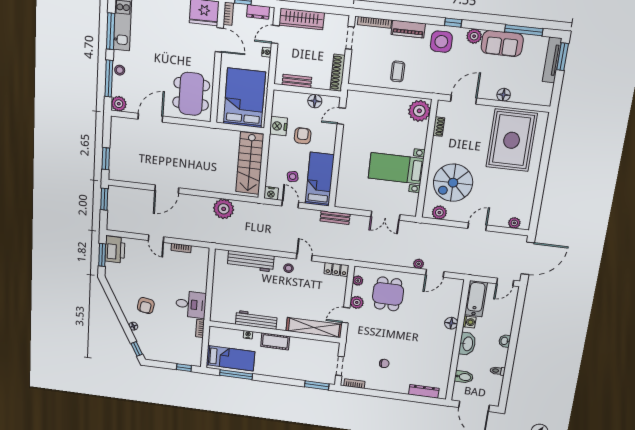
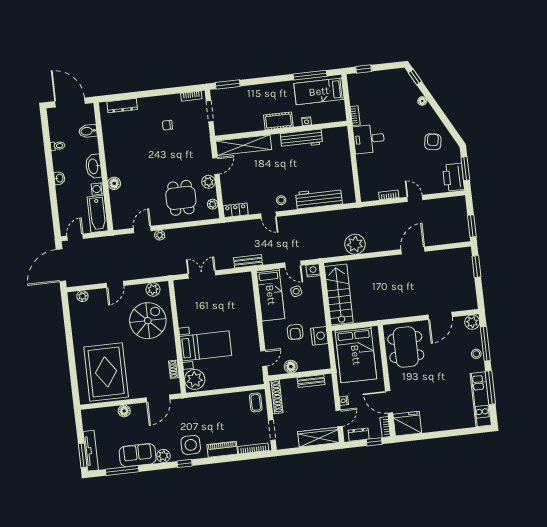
coffee table: (398, 71) -> (256, 402), moved
bed with nightstands: (396, 168) -> (206, 346), moved
armchair: (146, 306) -> (433, 142), moved

